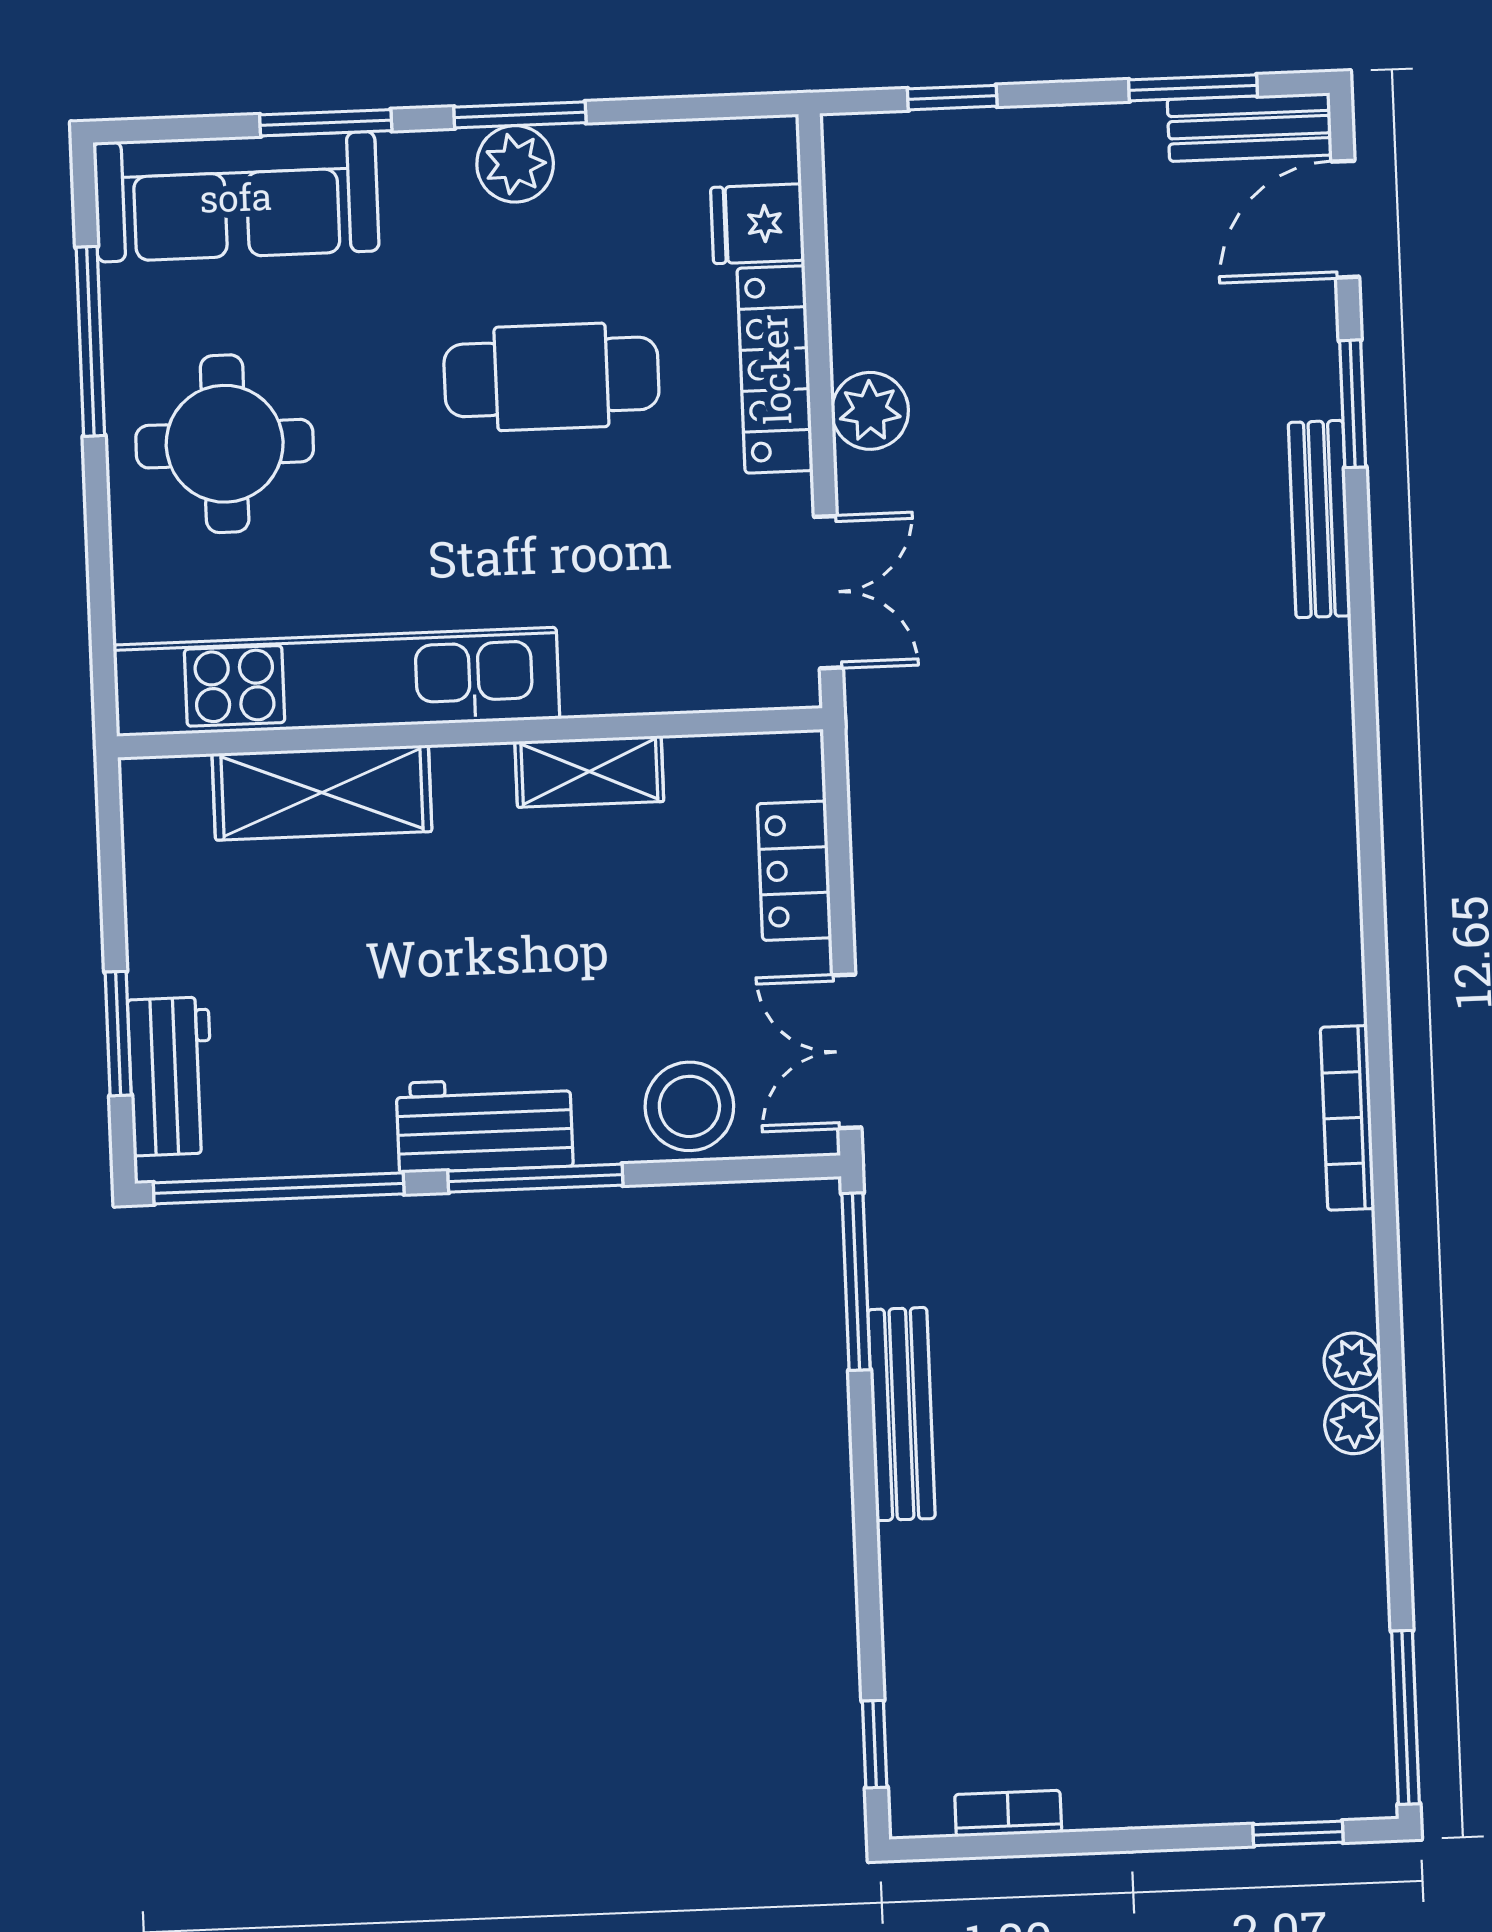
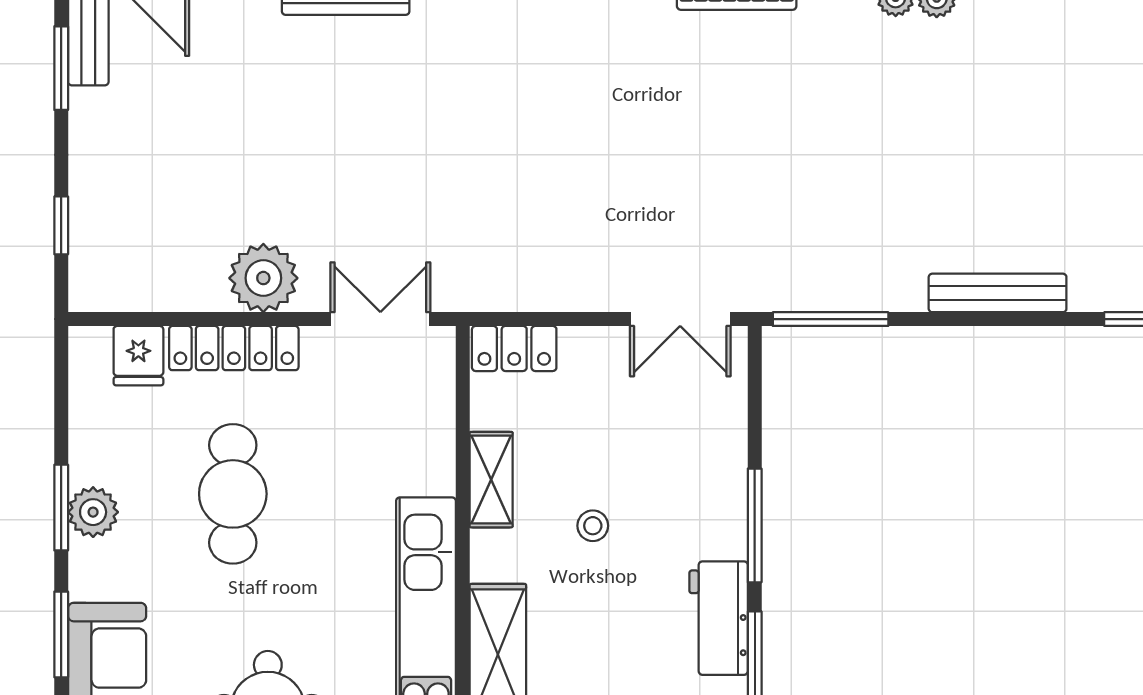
plant: (870, 411) -> (263, 278), width x1.36, depth x1.36
locker: (794, 871) -> (514, 348), moved
stool: (689, 1106) -> (593, 526), moved, width x0.53, depth x0.53
workbench: (485, 1125) -> (719, 618), moved
bench: (901, 1414) -> (998, 293), moved

